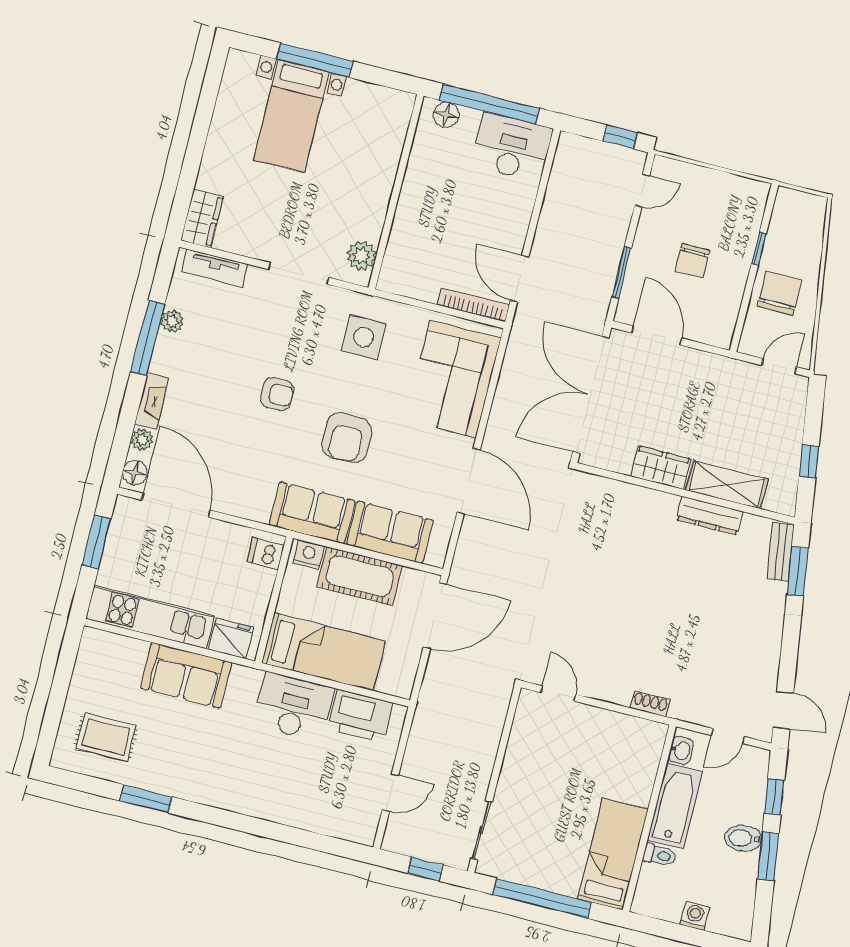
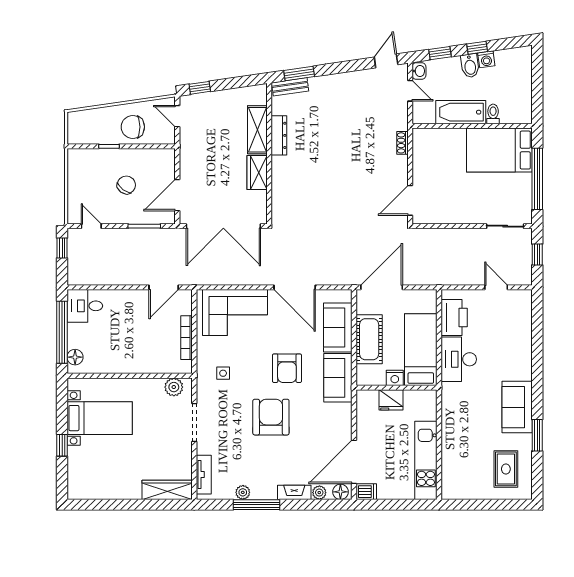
window: (315, 60) -> (62, 445), width x0.46
bed with nightstands: (291, 116) -> (100, 418), moved
desk: (512, 147) -> (85, 306), width x0.73
wardrobe: (202, 218) -> (167, 490), width x1.50
chair: (692, 261) -> (126, 185), turned -53
bookcase: (474, 305) -> (187, 338), moved
side table: (364, 337) -> (223, 373), width x0.54, depth x0.54
armchair: (277, 394) -> (271, 417), width x1.88, depth x1.88
armchair: (347, 438) -> (287, 368), turned 90
window: (809, 461) -> (200, 88), moved
door: (469, 481) -> (295, 287), swing flipped
window: (96, 542) -> (388, 505), removed
dishwasher: (266, 554) -> (366, 492), moved, turned -90
nightstand: (309, 555) -> (395, 378), moved, turned -90
door: (435, 616) -> (382, 287), hinge flipped
fridge: (231, 638) -> (391, 400), moved, turned -90
sofa: (186, 675) -> (517, 407), moved, turned 180
door: (558, 693) -> (410, 200), width x1.38
washbasin: (681, 750) -> (419, 71), moved, turned 90
bed: (613, 854) -> (499, 150), width x1.50
window: (768, 856) -> (477, 48), width x0.67
washing machine: (695, 916) -> (486, 59), moved, turned -98

